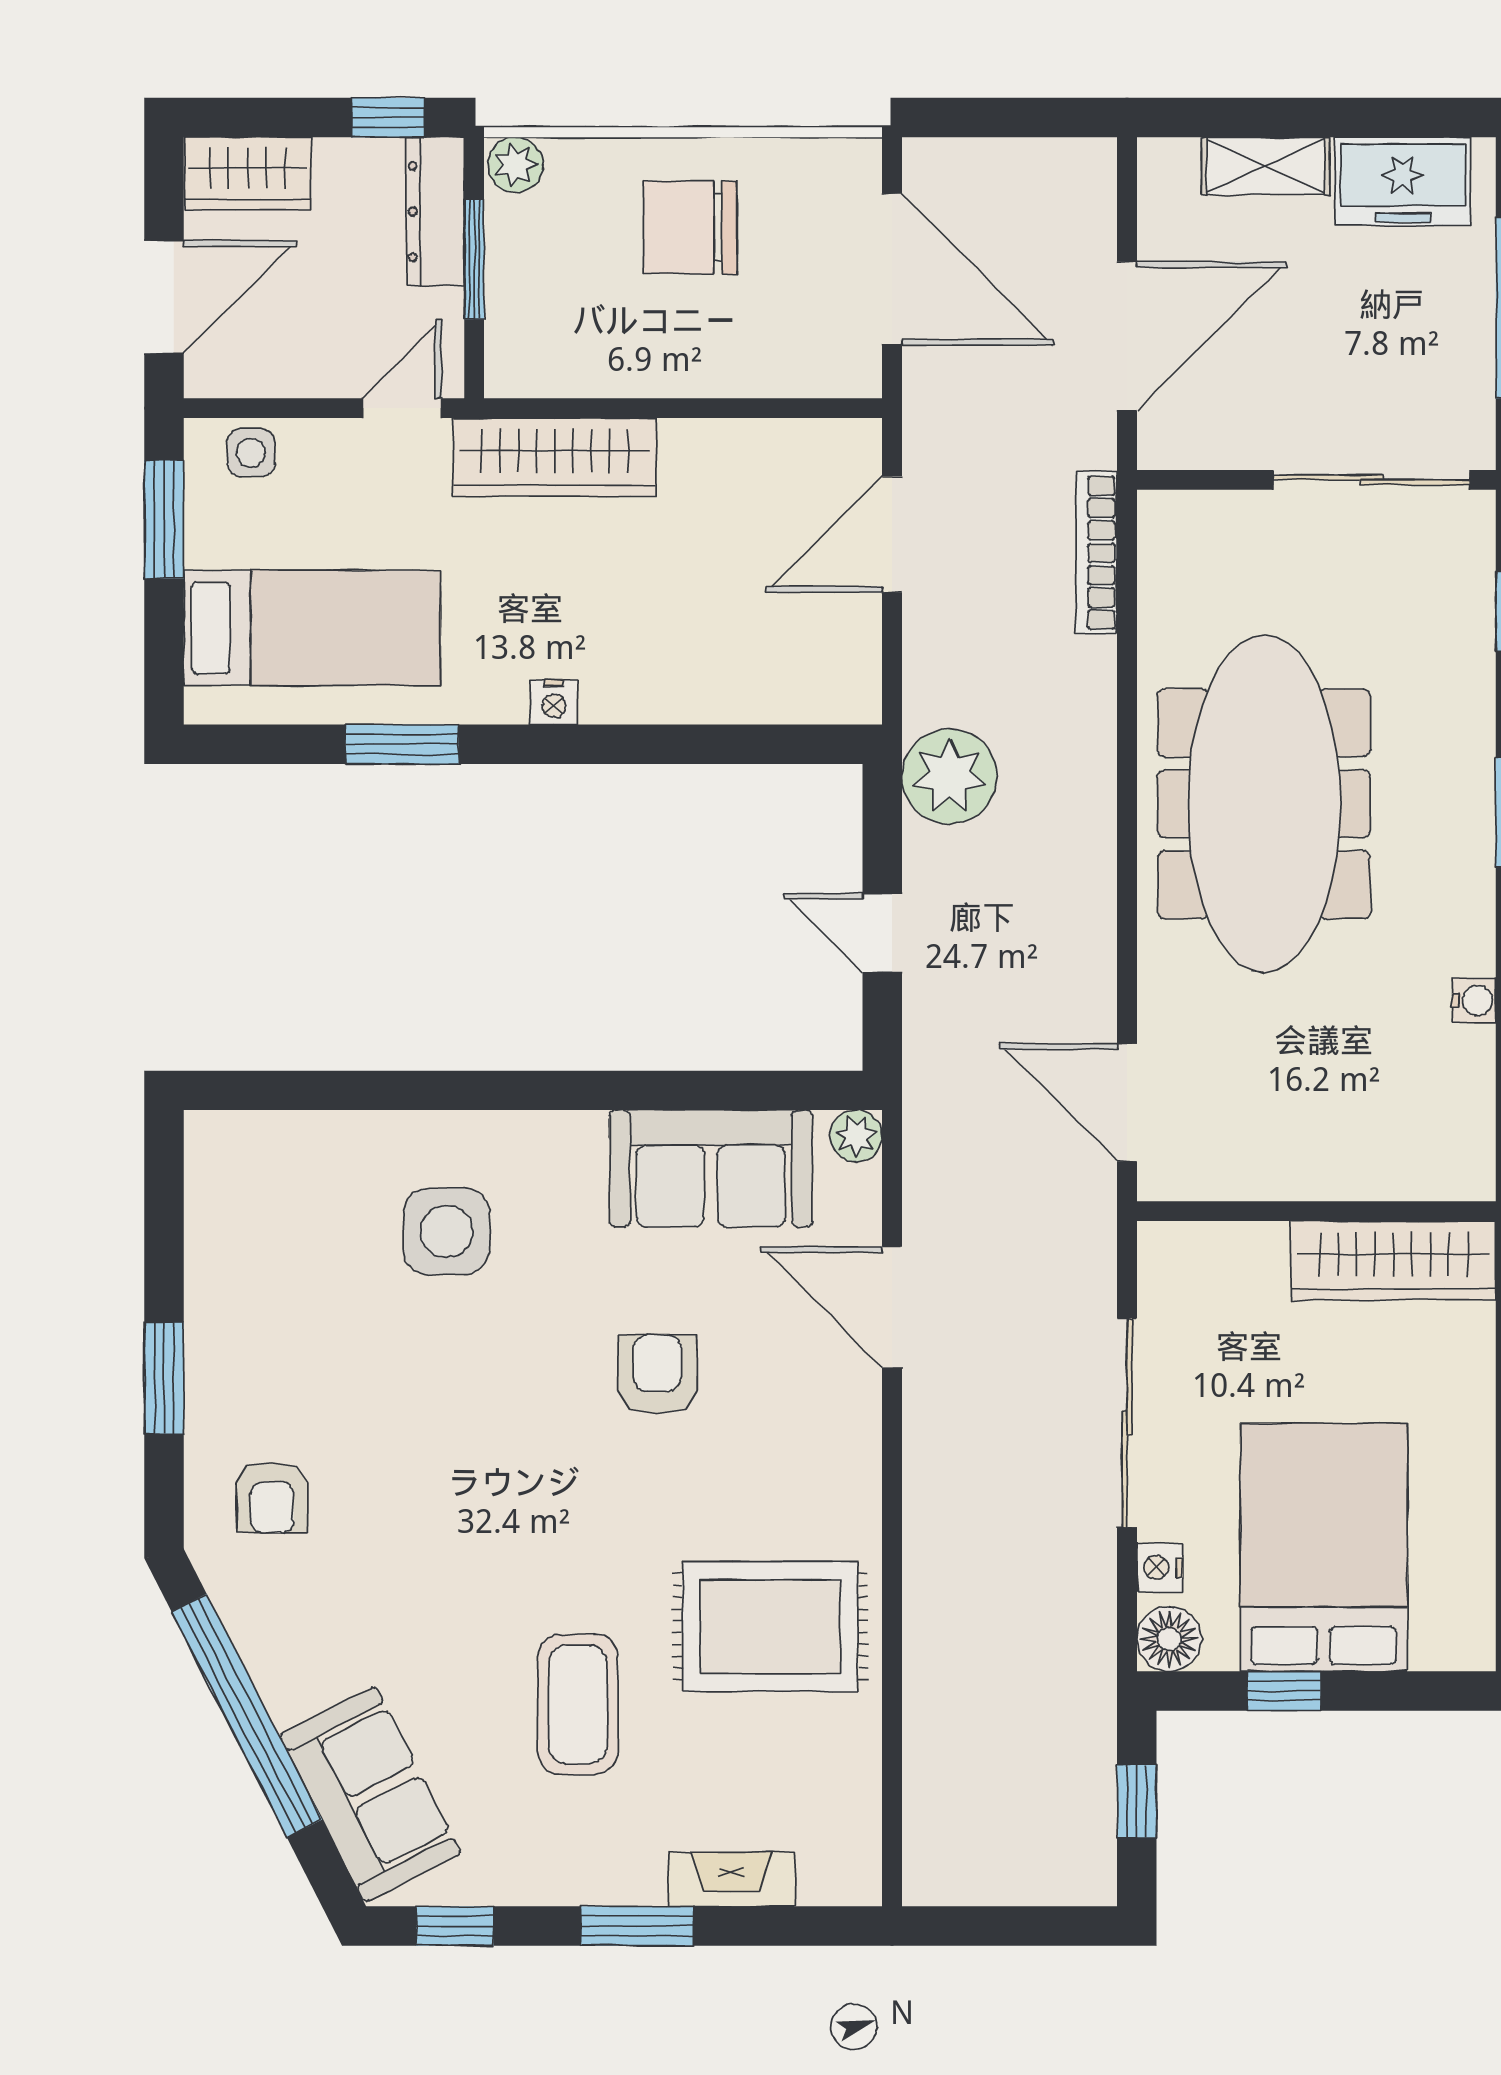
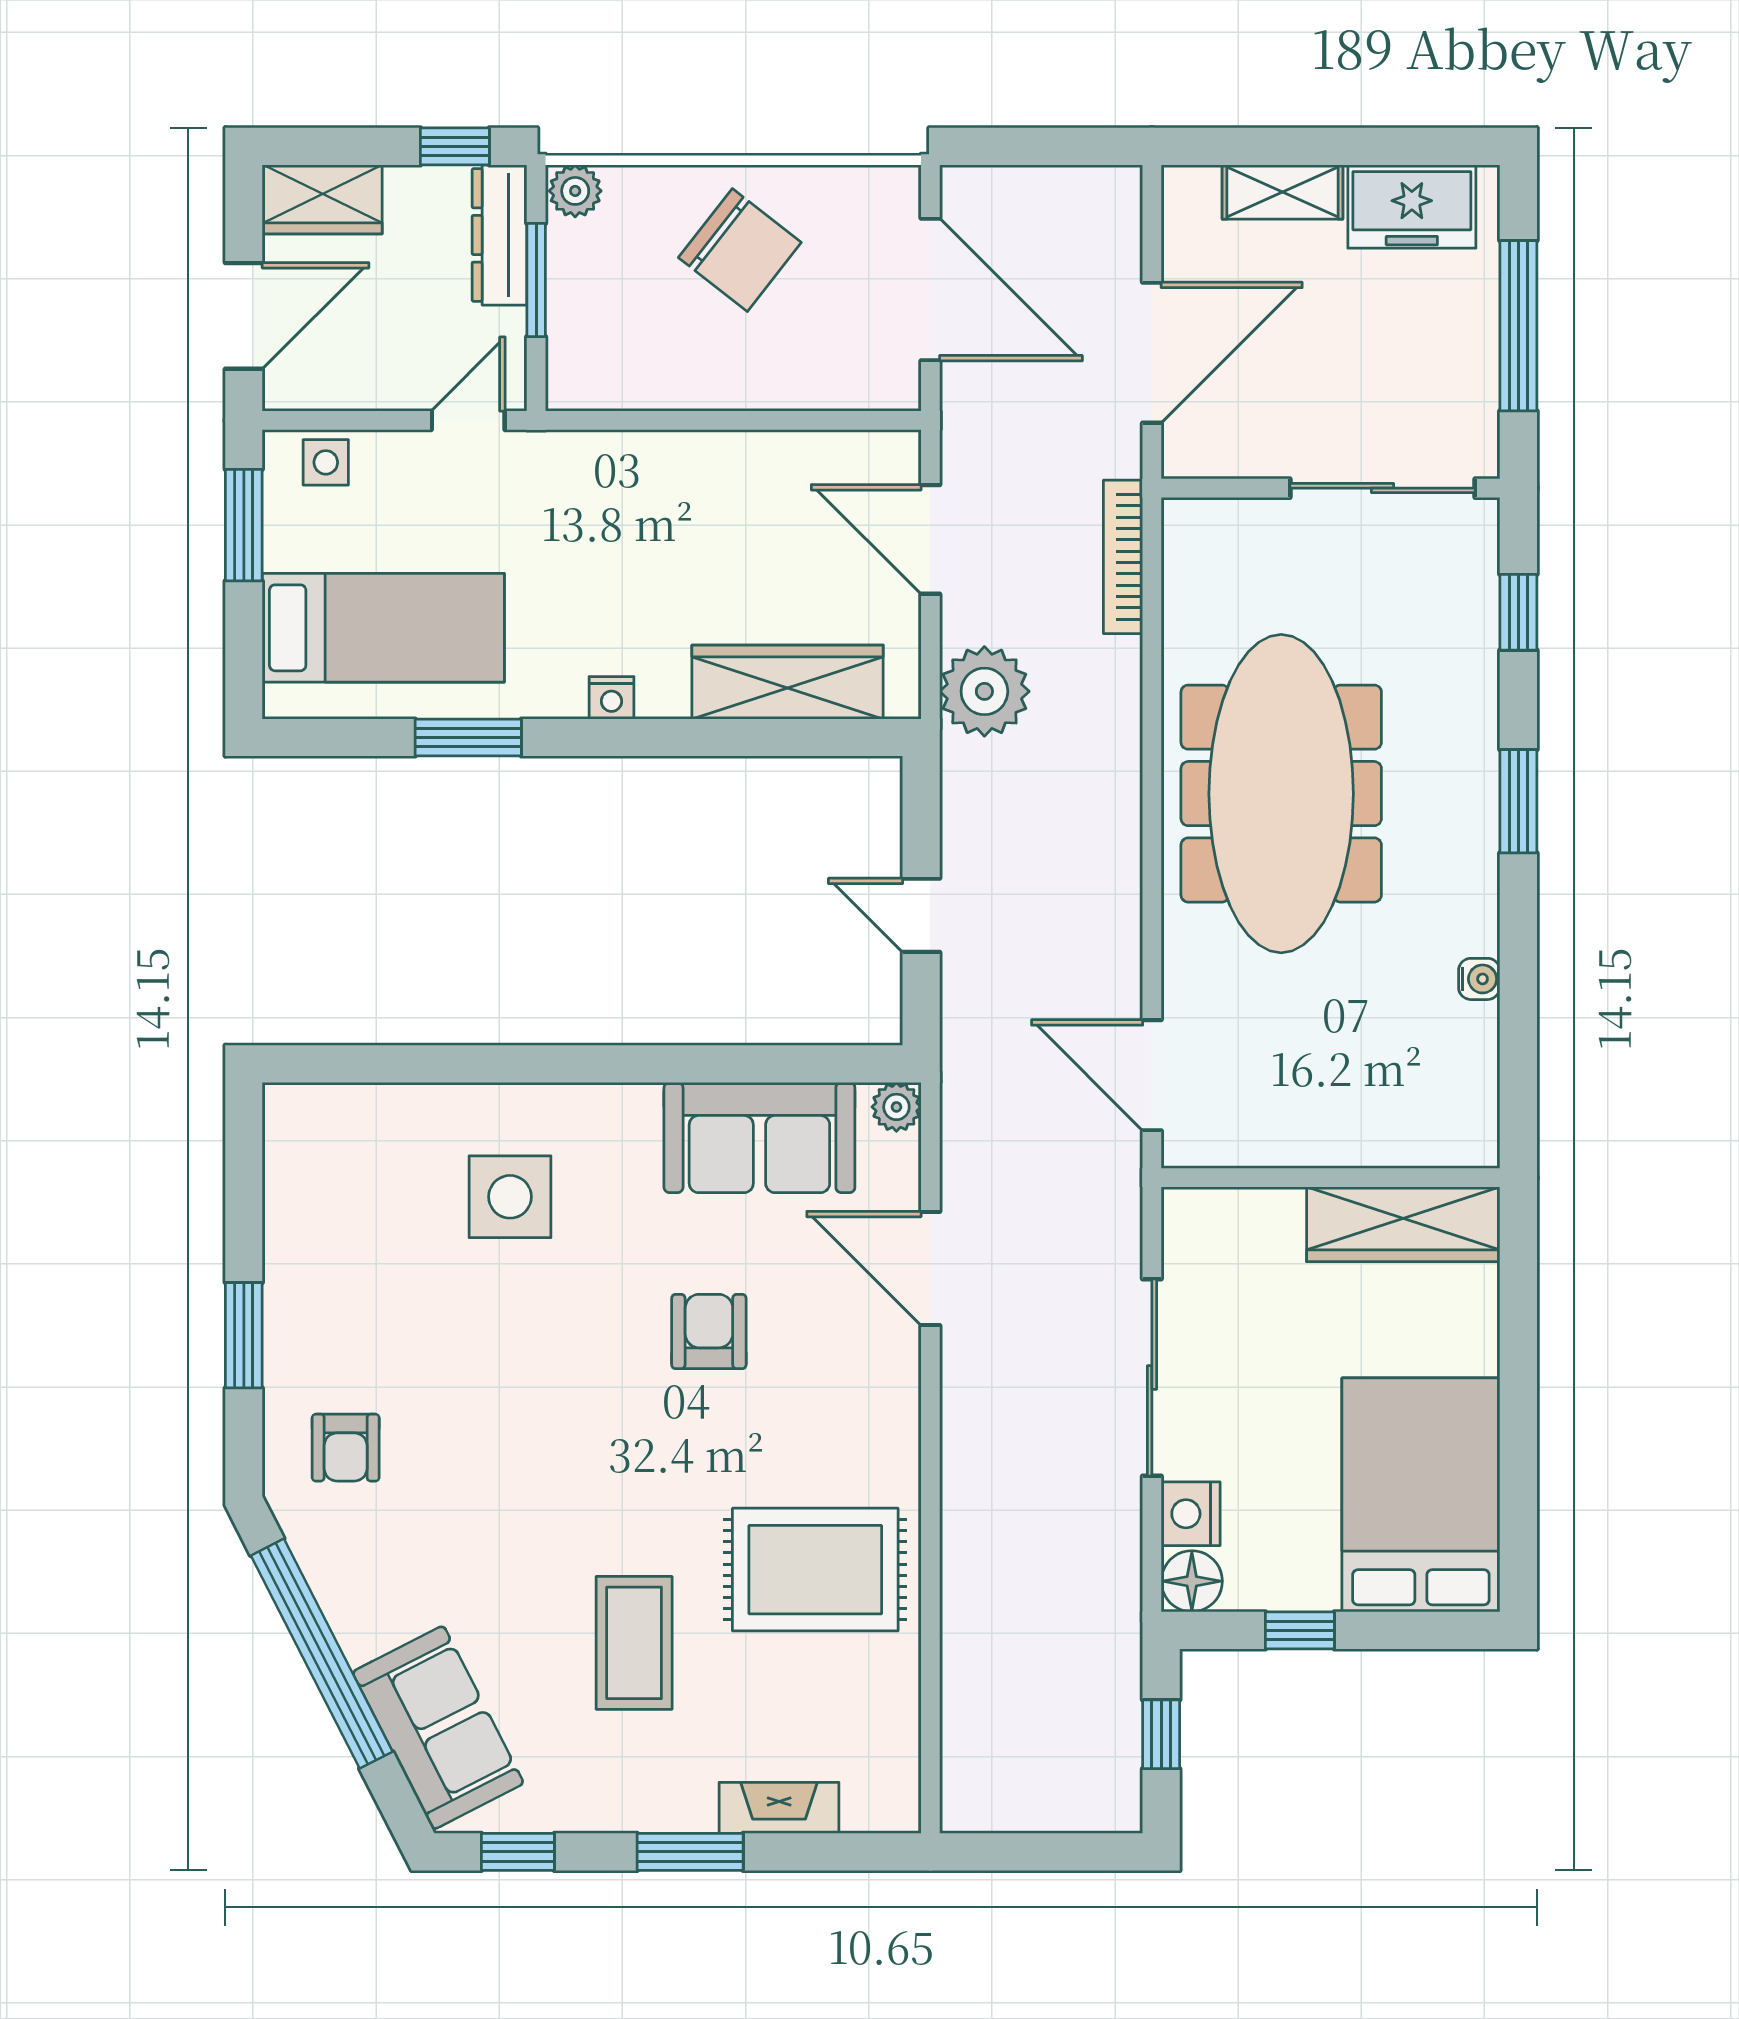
chair: (690, 227) -> (740, 250), turned -142
wardrobe: (555, 457) -> (788, 682), moved, turned 180
door: (892, 534) -> (930, 539), hinge flipped
plant: (949, 776) -> (984, 691), moved
bed: (1324, 1547) -> (1421, 1495), moved
nightstand: (1160, 1567) -> (1191, 1514), width x1.39, depth x1.35

